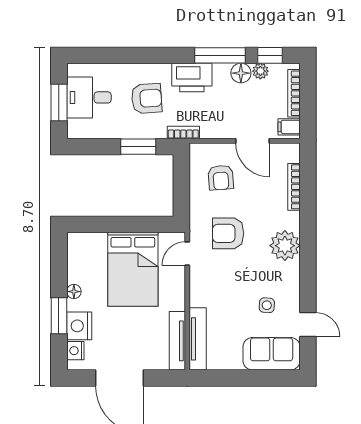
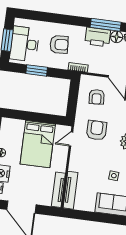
printer: (192, 77) -> (98, 37), moved
desk: (89, 97) -> (25, 44), width x1.37
window: (138, 147) -> (37, 70), moved
armchair: (228, 233) -> (97, 130), turned 90

